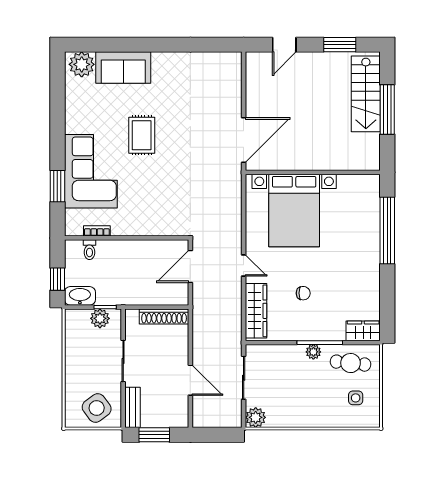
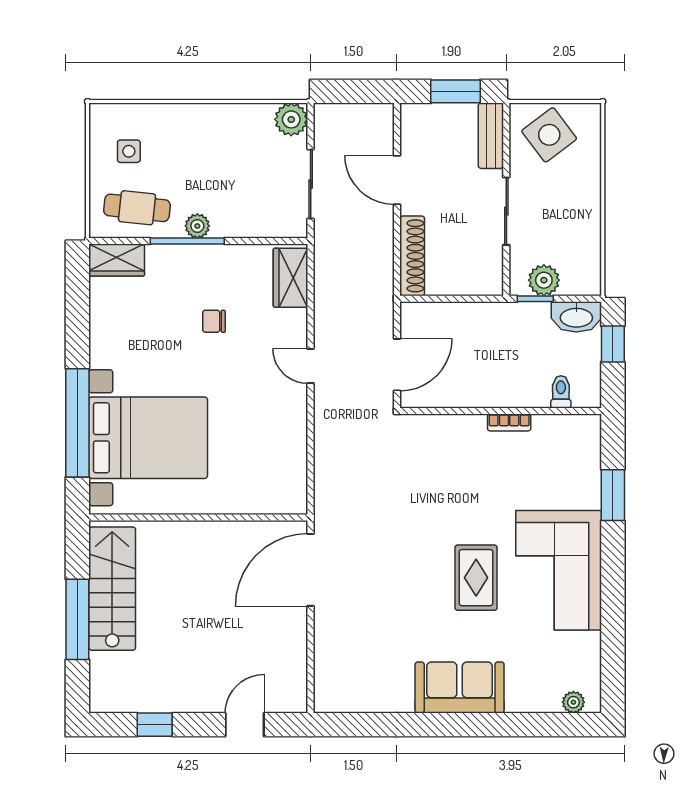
window: (340, 45) -> (155, 725), width x0.67
plant: (82, 64) -> (573, 702), width x0.53, depth x0.53
sofa: (123, 68) -> (460, 688), moved
stairs: (366, 94) -> (112, 589), moved
corner sofa: (91, 171) -> (559, 570), moved
bed with nightstands: (294, 211) -> (148, 438), moved, turned 90
bookcase: (97, 231) -> (509, 422), moved
wardrobe: (256, 311) -> (291, 278), width x0.67
shoe rack: (164, 316) -> (412, 256), moved, turned 90

